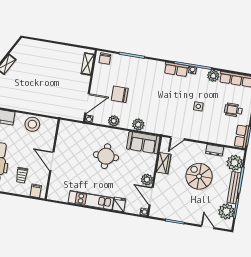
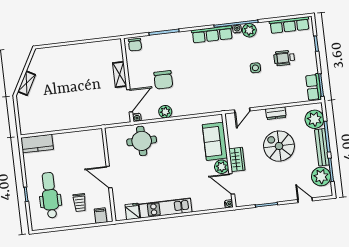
shelving: (88, 64) -> (120, 74), moved
row of seats: (176, 69) -> (212, 34), width x1.48
plant: (213, 76) -> (249, 30), moved
chair: (120, 94) -> (163, 80), turned -90
wheelchair: (233, 110) -> (284, 58), moved
stool: (32, 124) -> (75, 142), removed
plant: (138, 125) -> (194, 108), removed
sofa: (143, 143) -> (215, 141), moved, turned 90
dresser: (215, 150) -> (276, 113), moved
round table: (106, 156) -> (142, 141), moved
wardrobe: (164, 163) -> (237, 159), moved
fridge: (119, 204) -> (132, 211), moved

